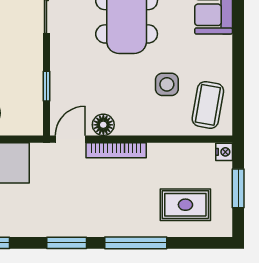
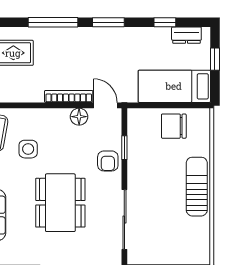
armchair: (67, 69) -> (108, 161), added
door: (70, 139) -> (105, 105), swing flipped

